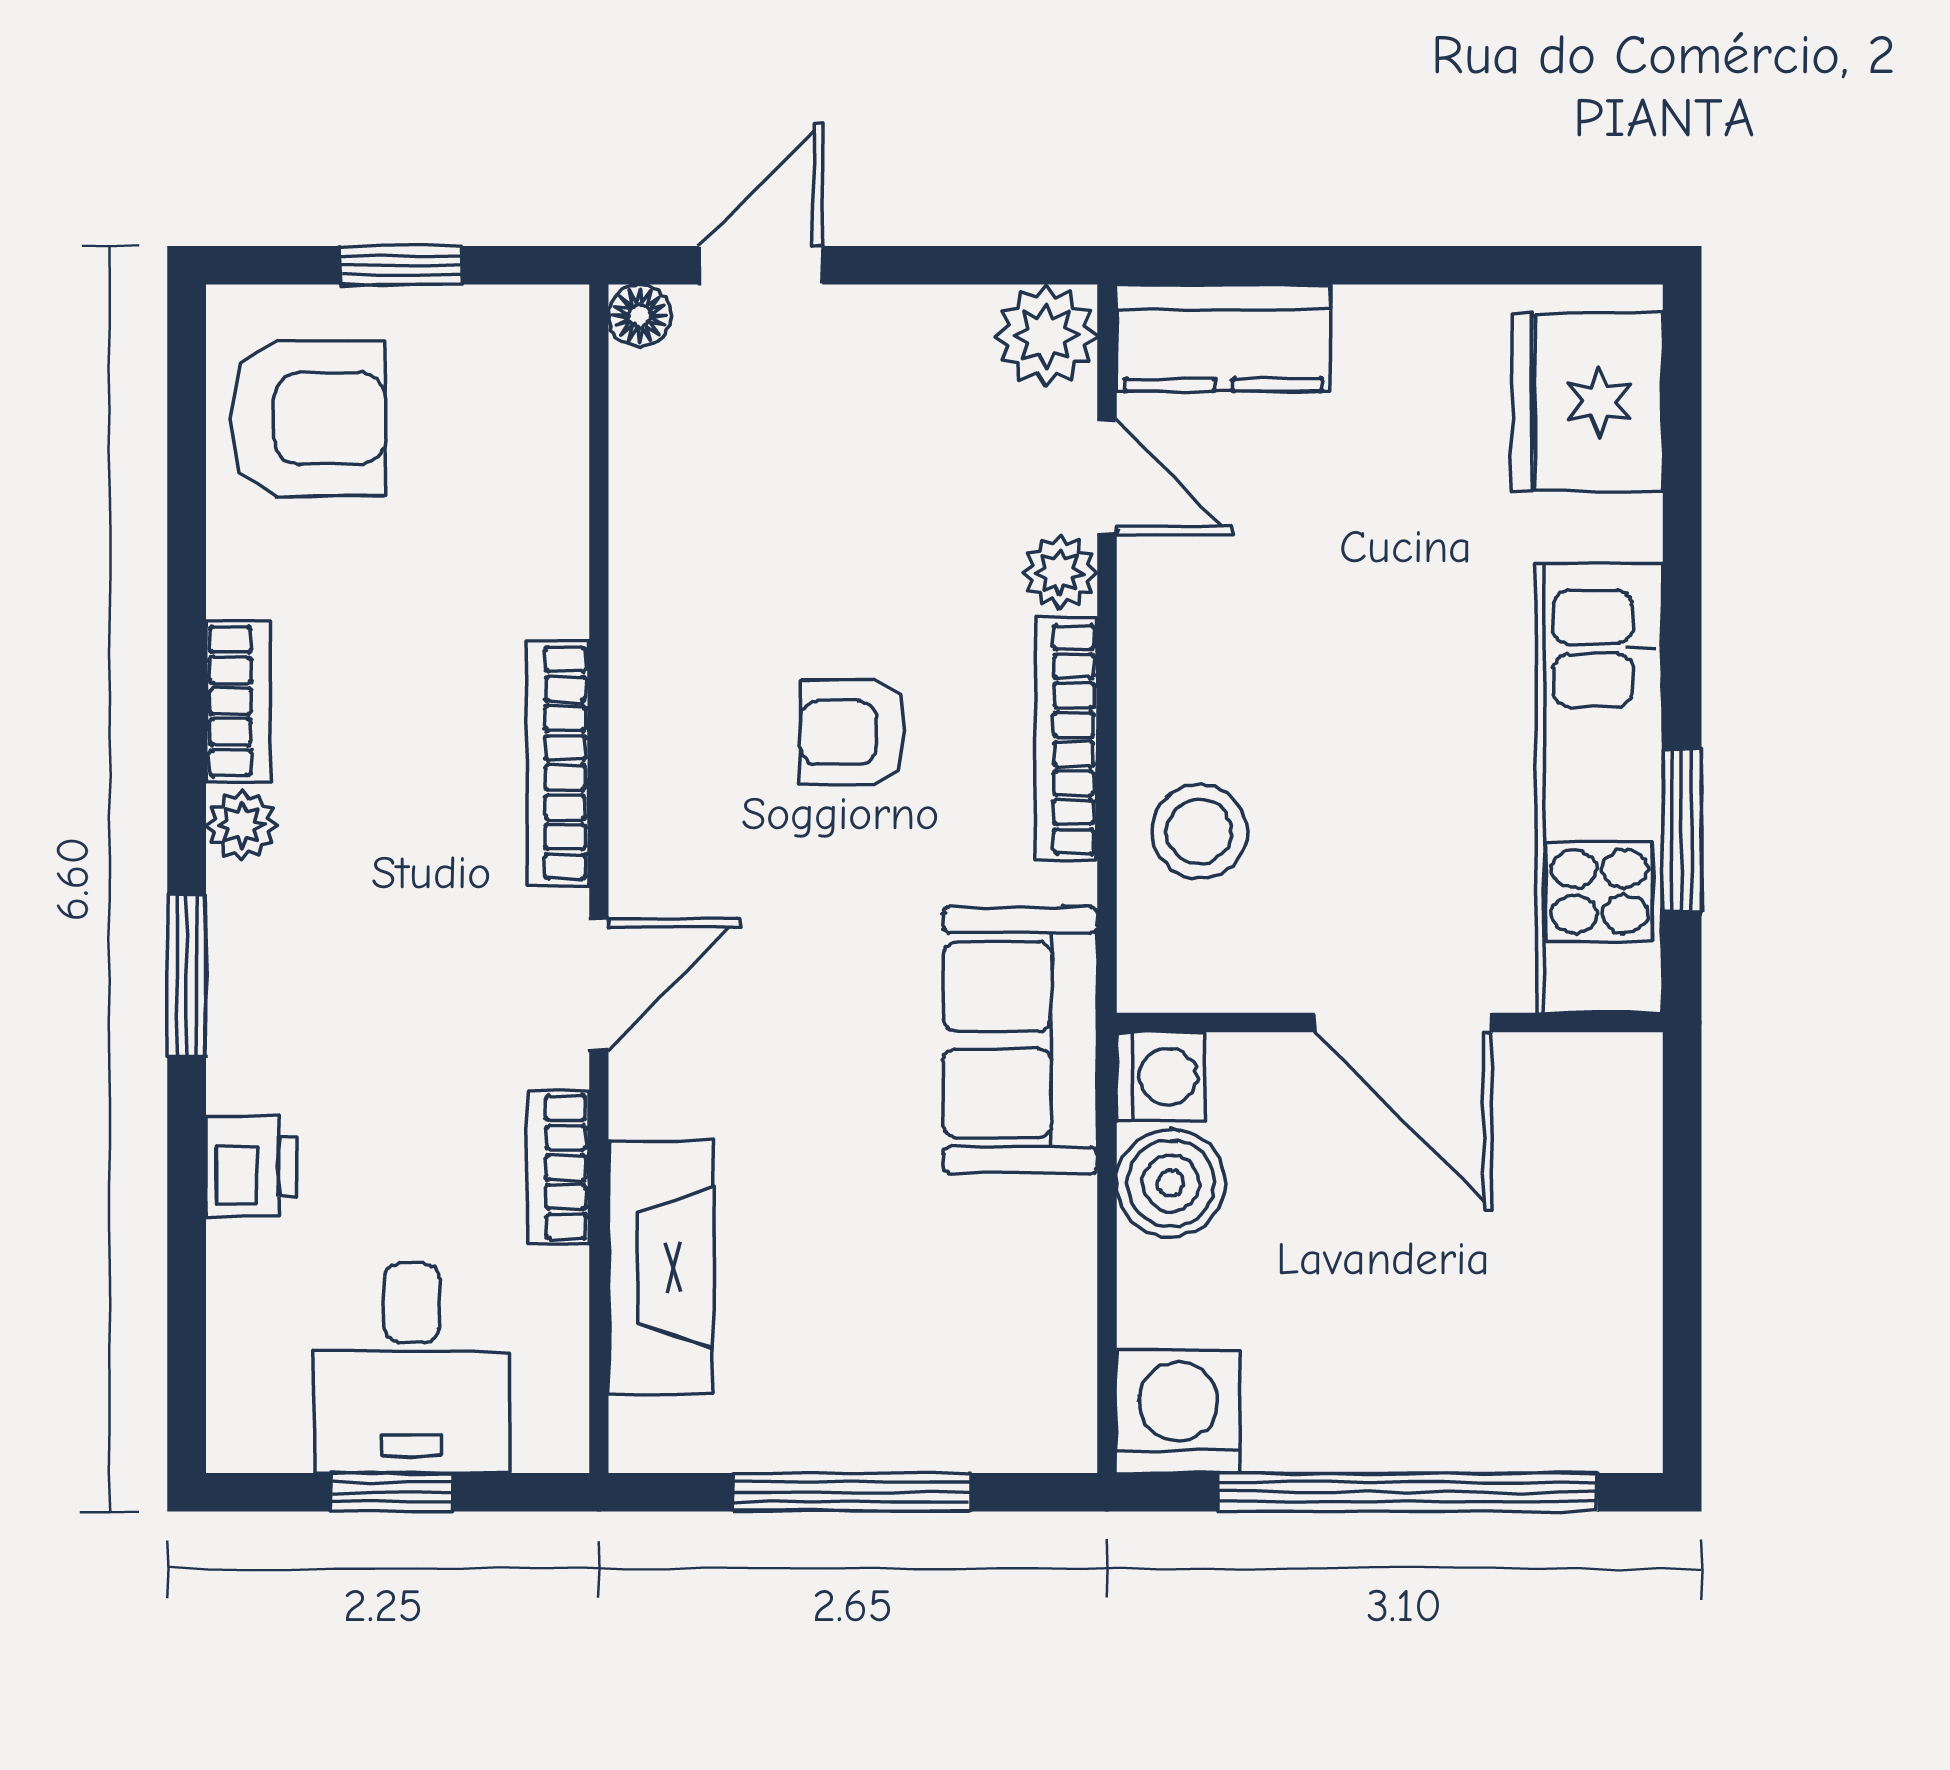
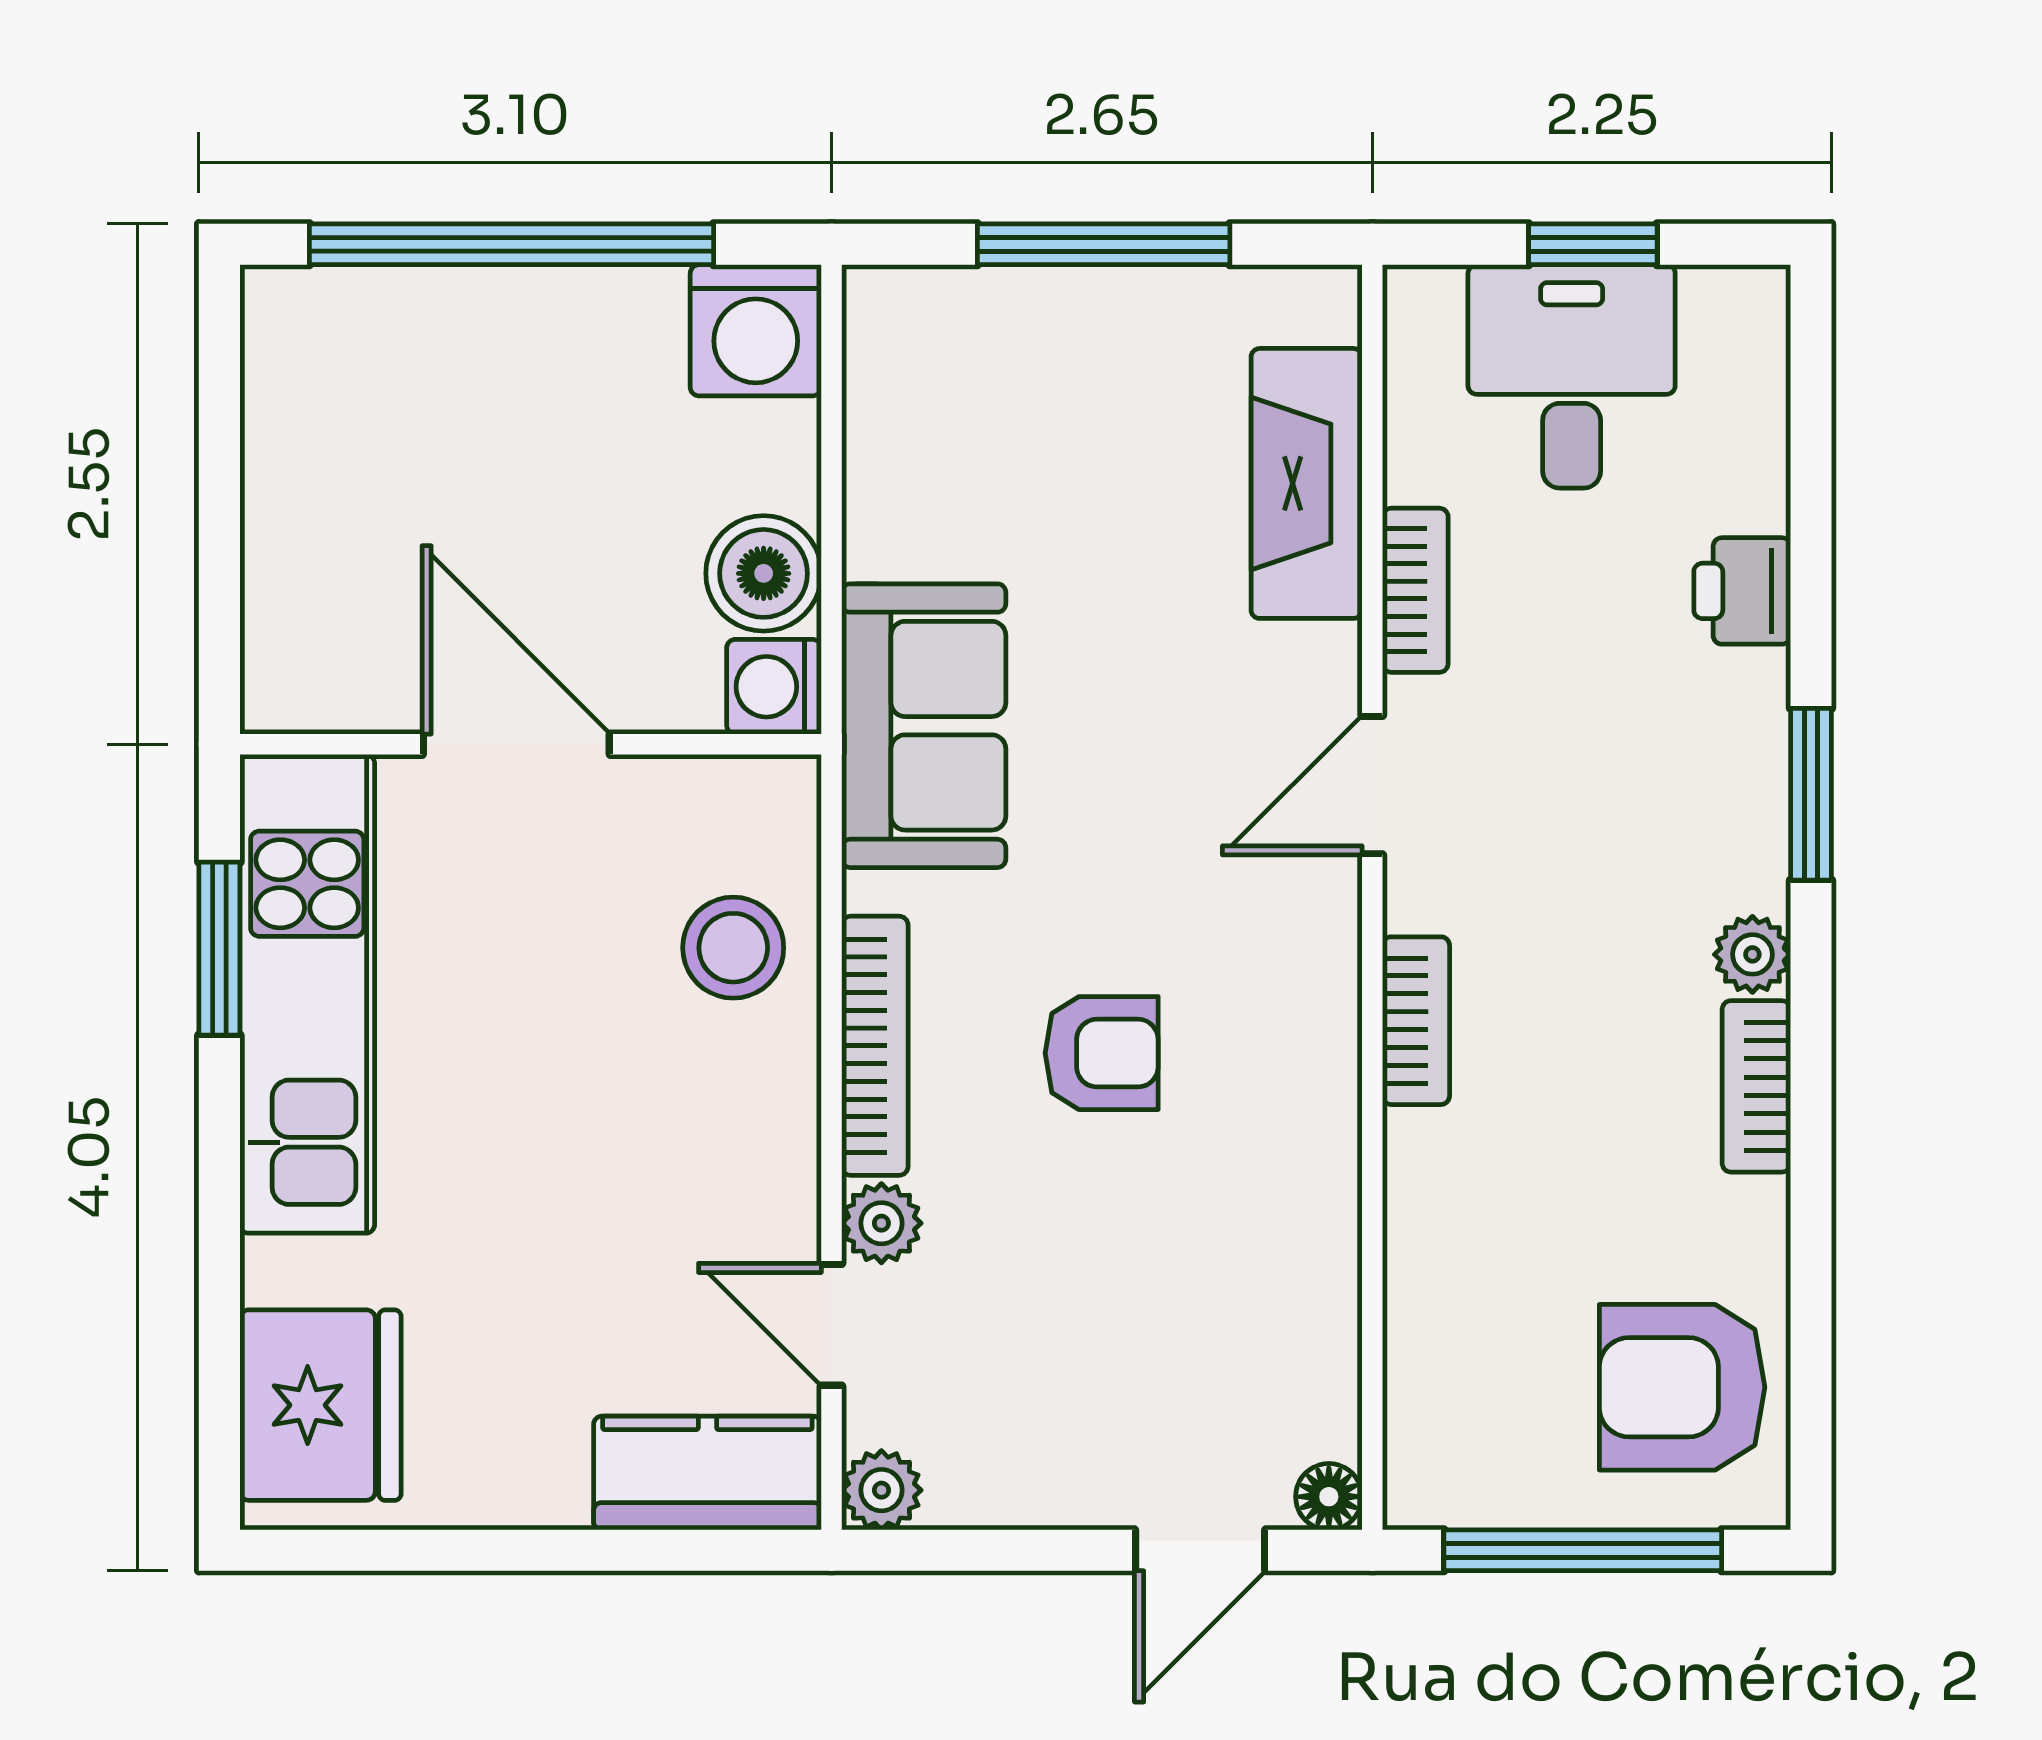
window: (401, 265) -> (1583, 1550), width x2.17
plant: (1046, 336) -> (881, 1490), width x0.73, depth x0.73
bookcase: (558, 763) -> (1416, 1021), width x0.64

